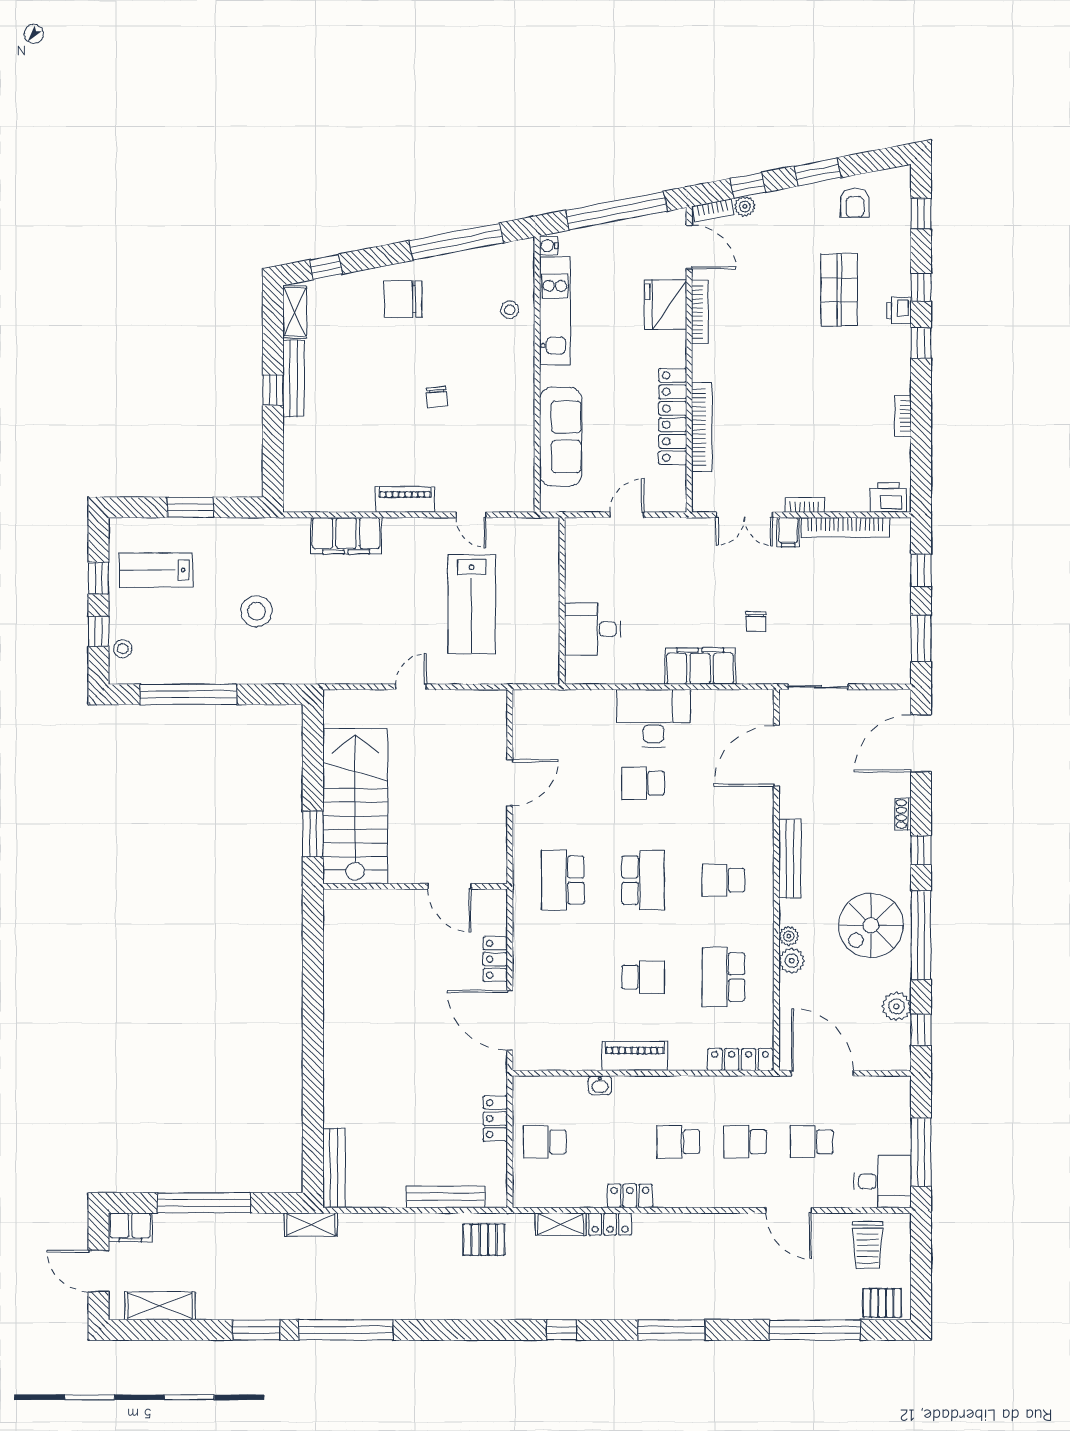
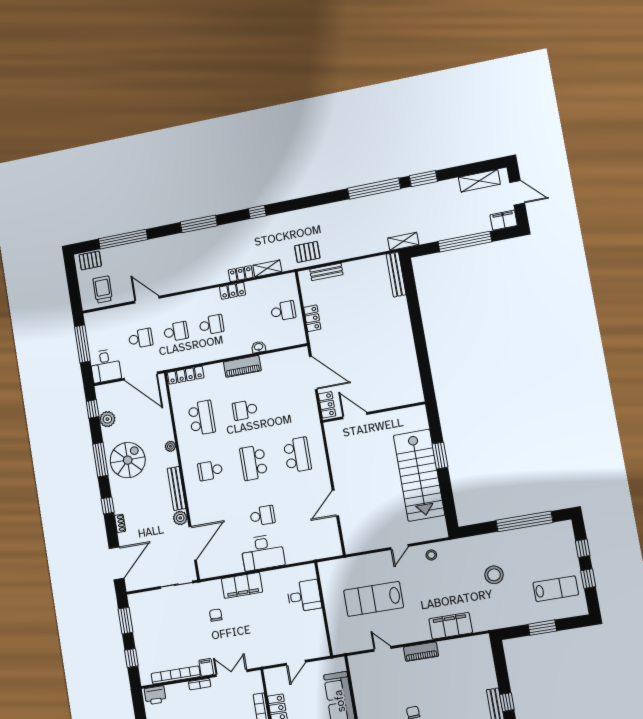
lab bench: (472, 604) -> (374, 599), turned -90
stool: (123, 649) -> (431, 555), moved
school desk: (723, 880) -> (210, 470), turned 180
wall: (415, 886) -> (374, 412), moved
door: (449, 886) -> (355, 416), moved
window: (921, 935) -> (100, 460), width x0.68
plant: (792, 961) -> (180, 518), moved
desk: (883, 1181) -> (105, 366), moved, turned -90
bench: (446, 1197) -> (326, 272), width x0.73

